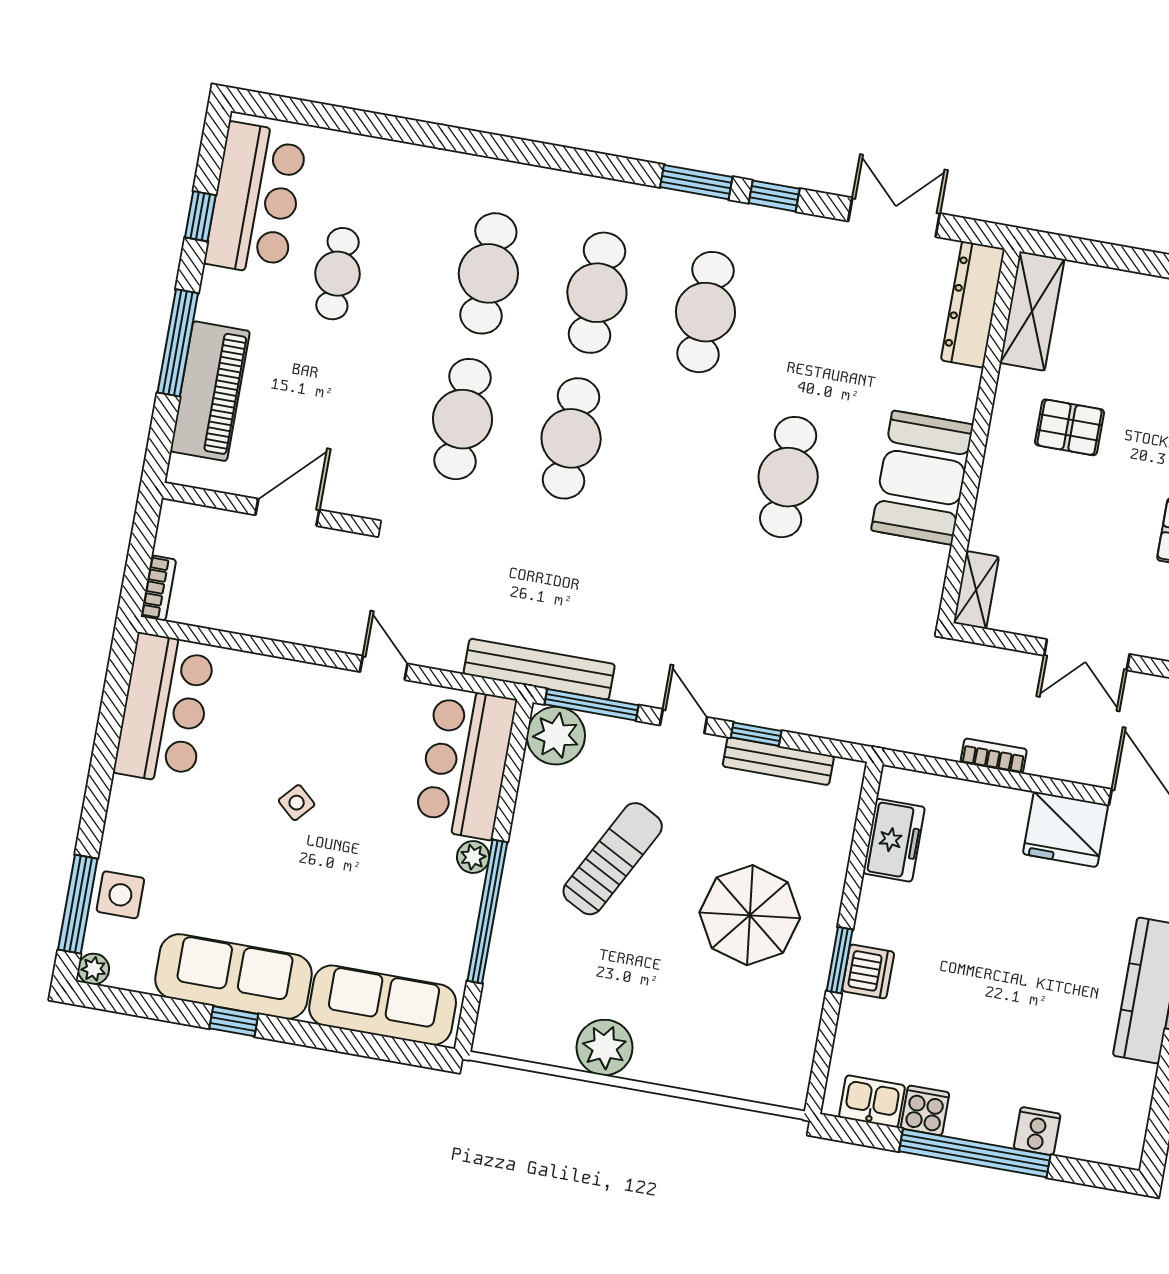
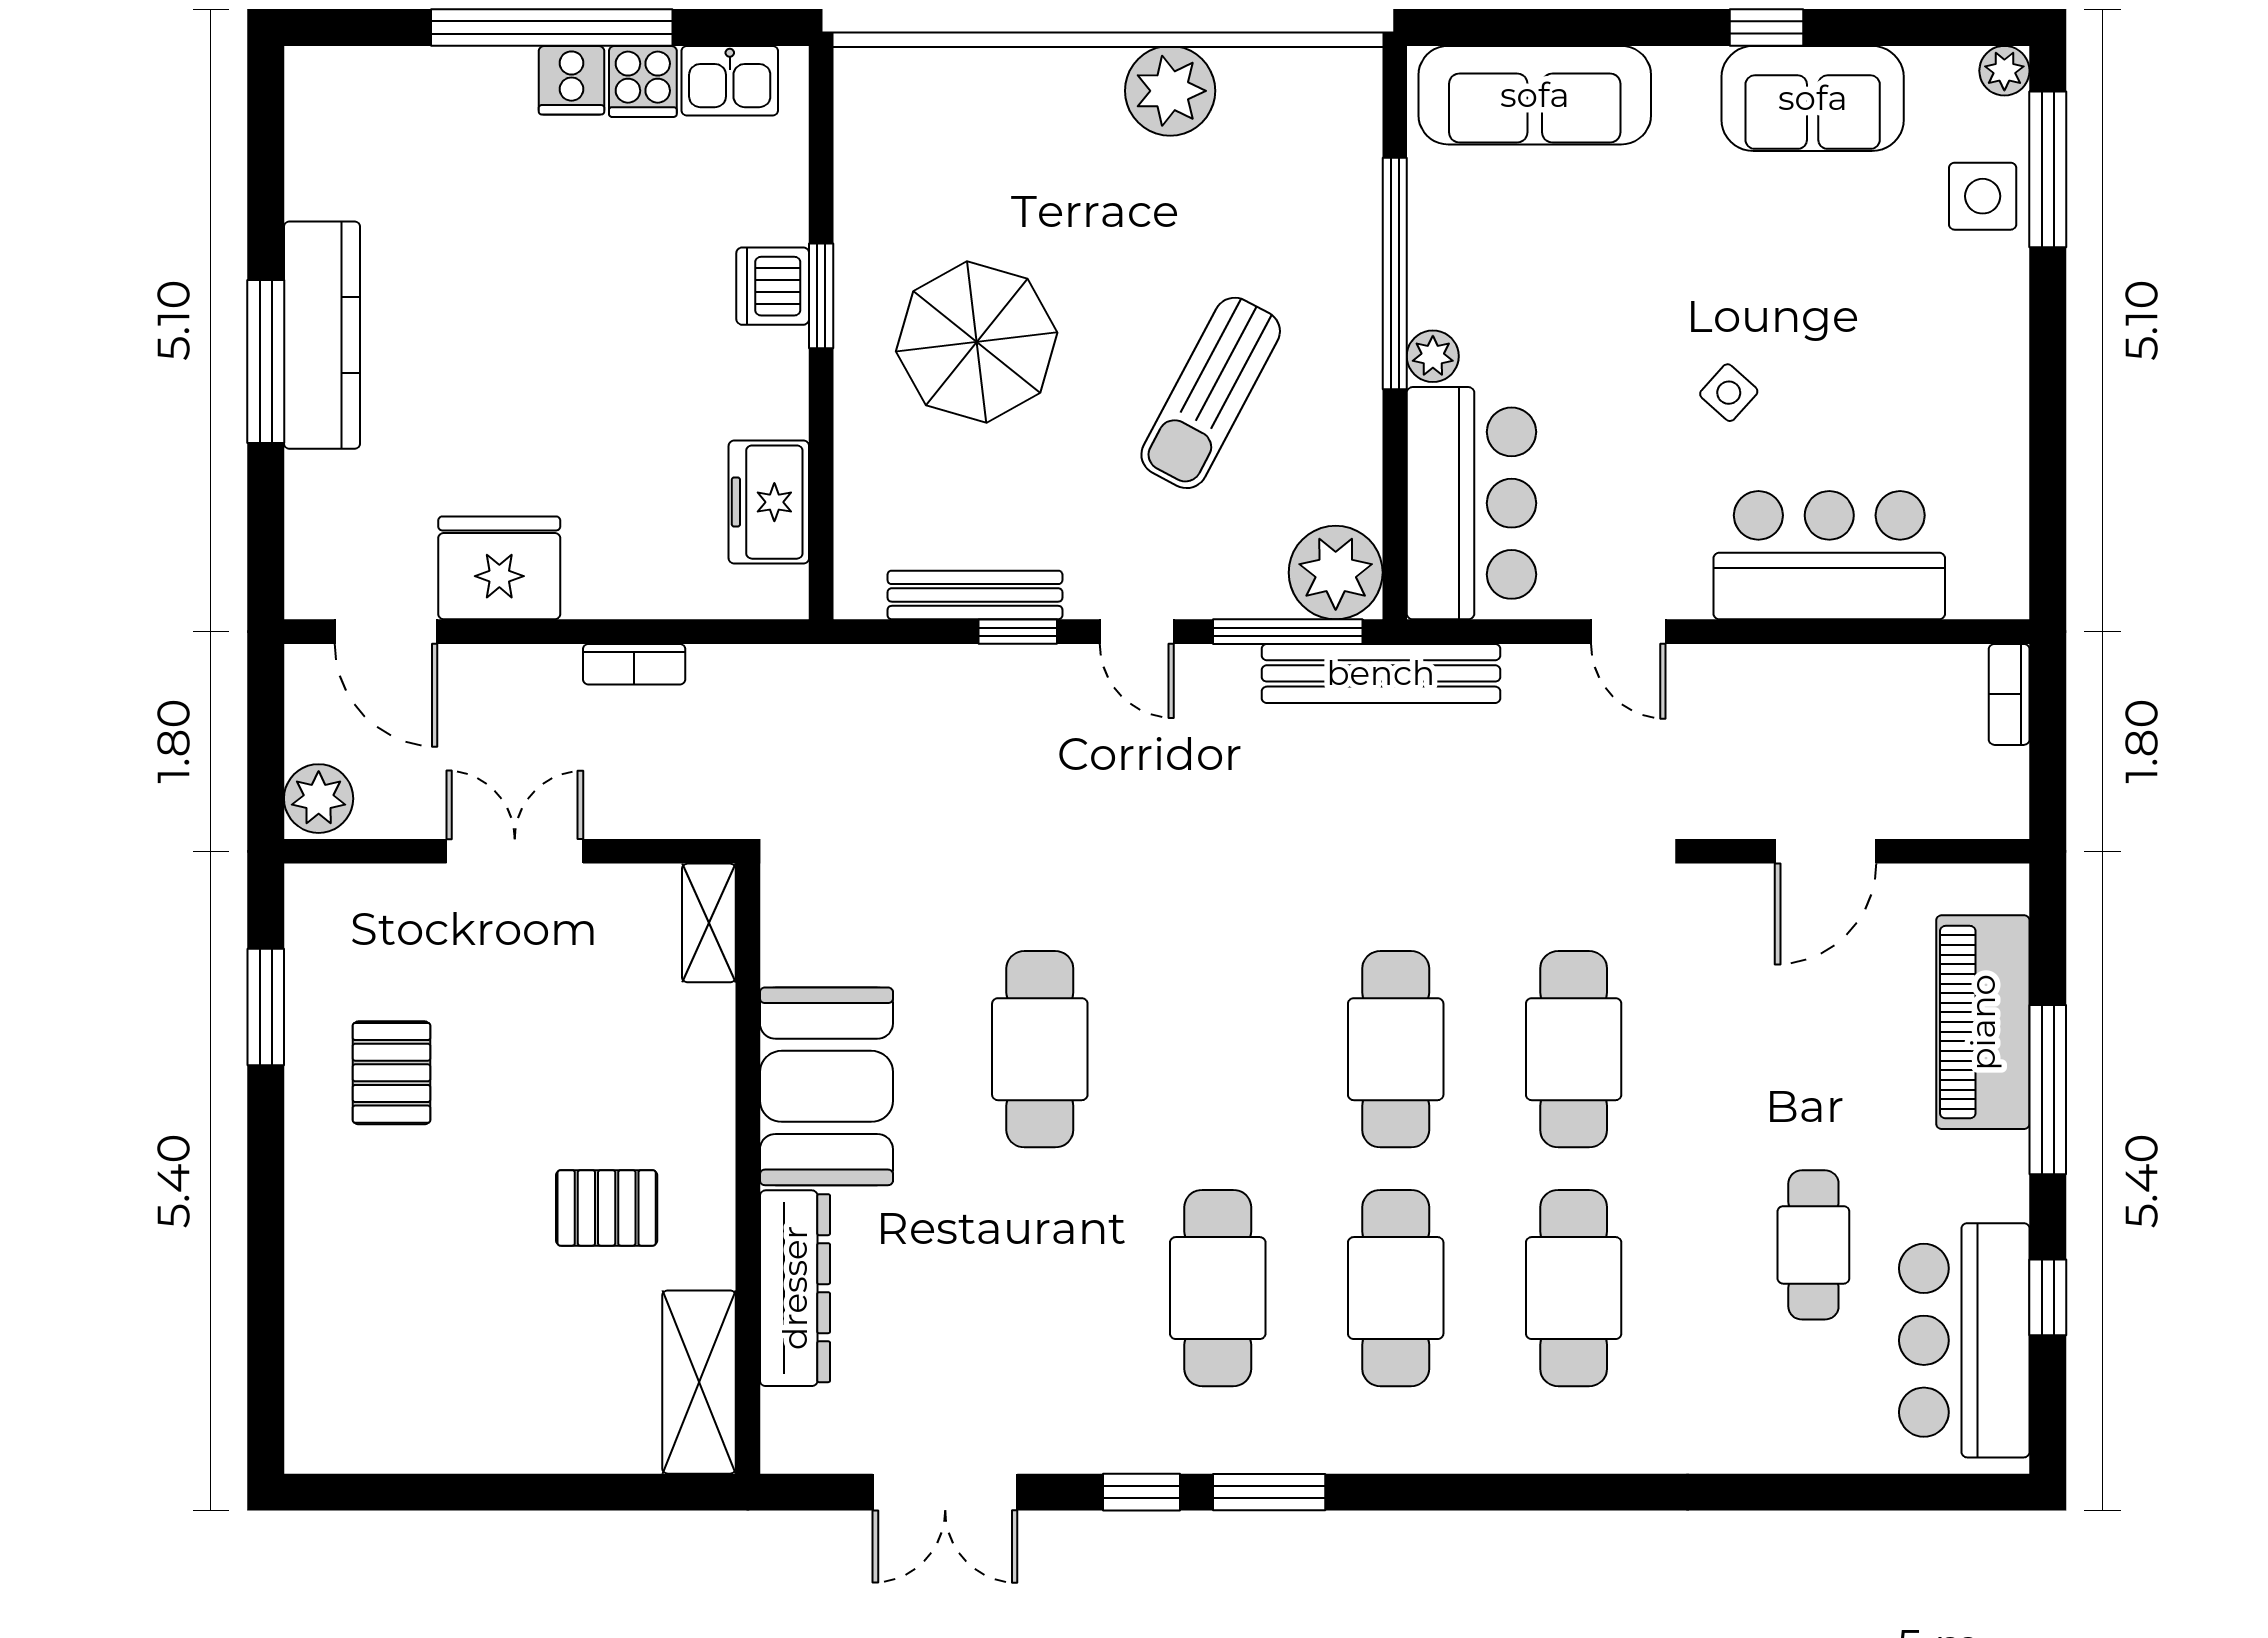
dresser: (973, 305) -> (795, 1288), moved
bar counter: (164, 709) -> (1829, 555), moved, turned 90
sofa: (233, 977) -> (1813, 98), width x0.73
cooker: (1037, 1131) -> (572, 80), moved

